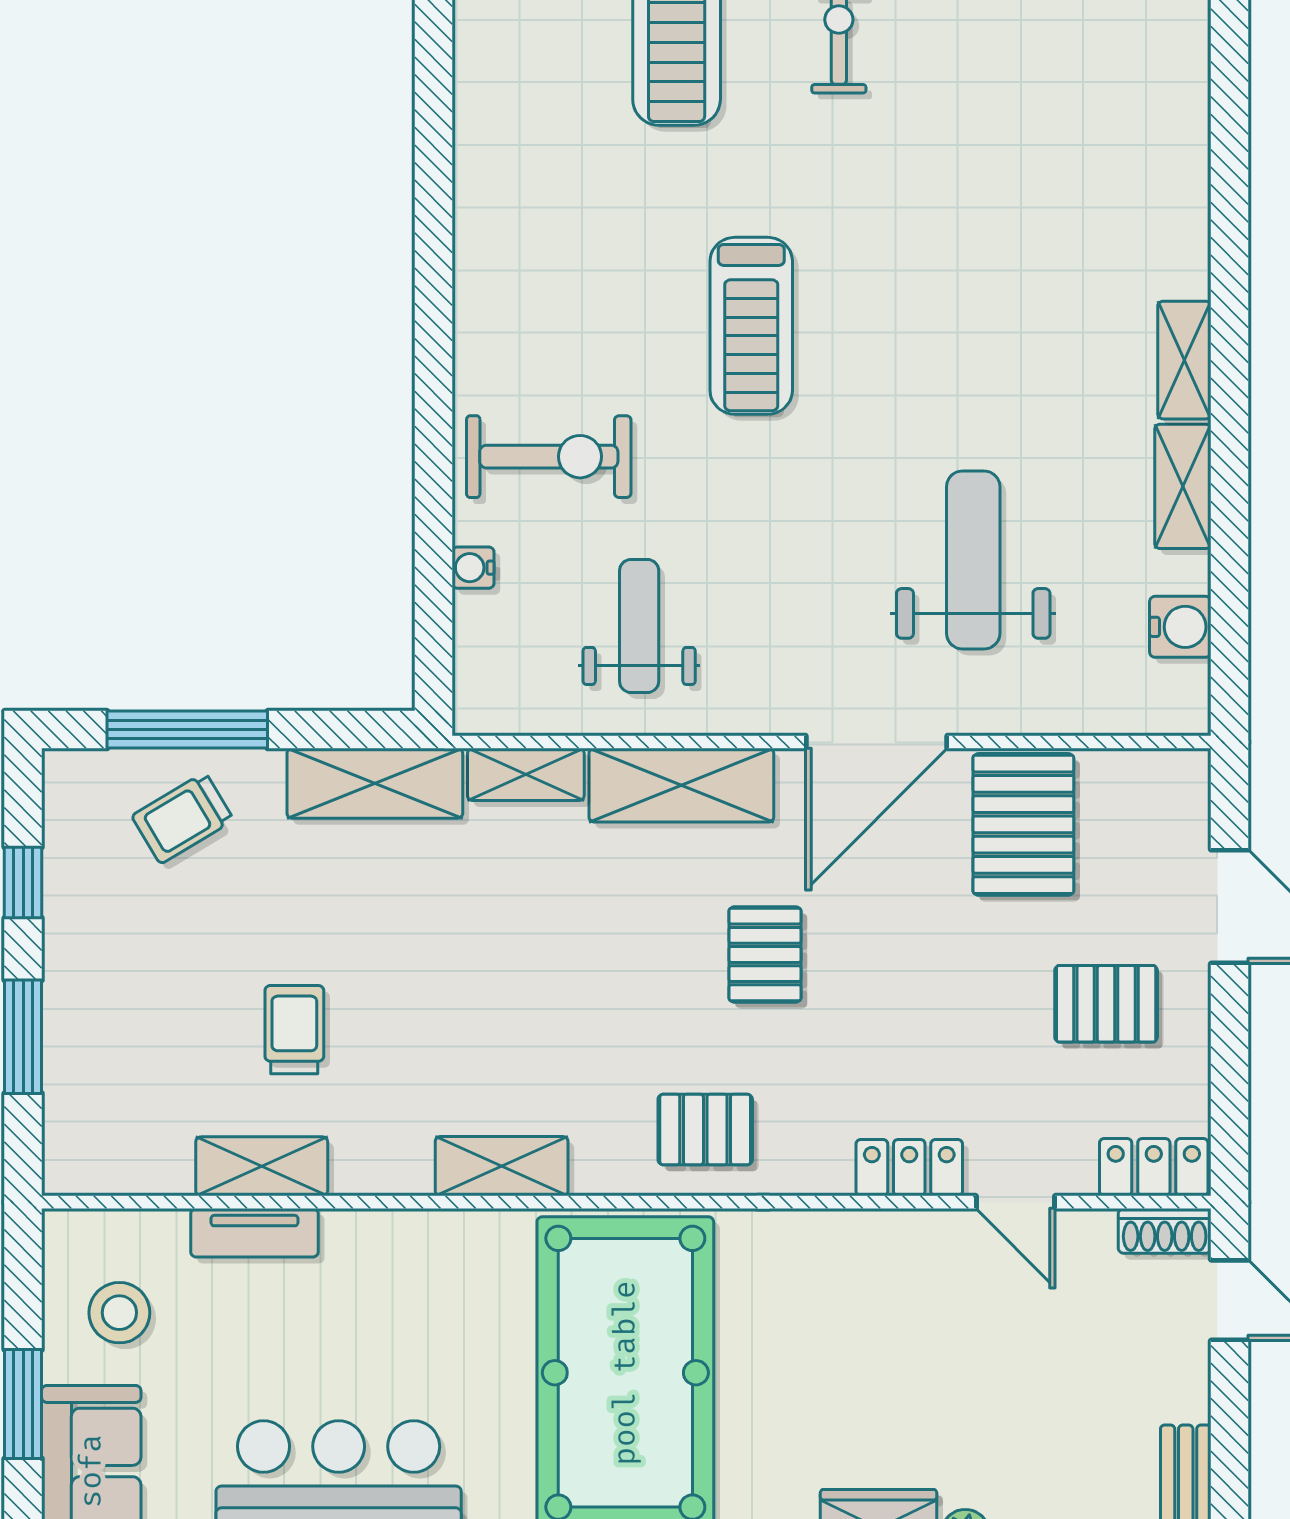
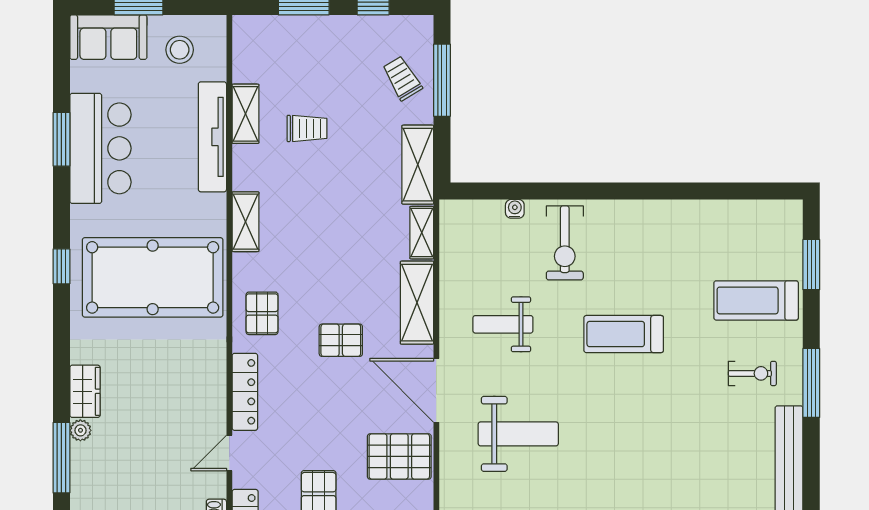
weight bench: (639, 626) -> (503, 324), moved, turned 180
locker: (909, 1168) -> (245, 392), width x1.53
tv unit: (254, 1233) -> (212, 137), width x1.92, depth x1.29

